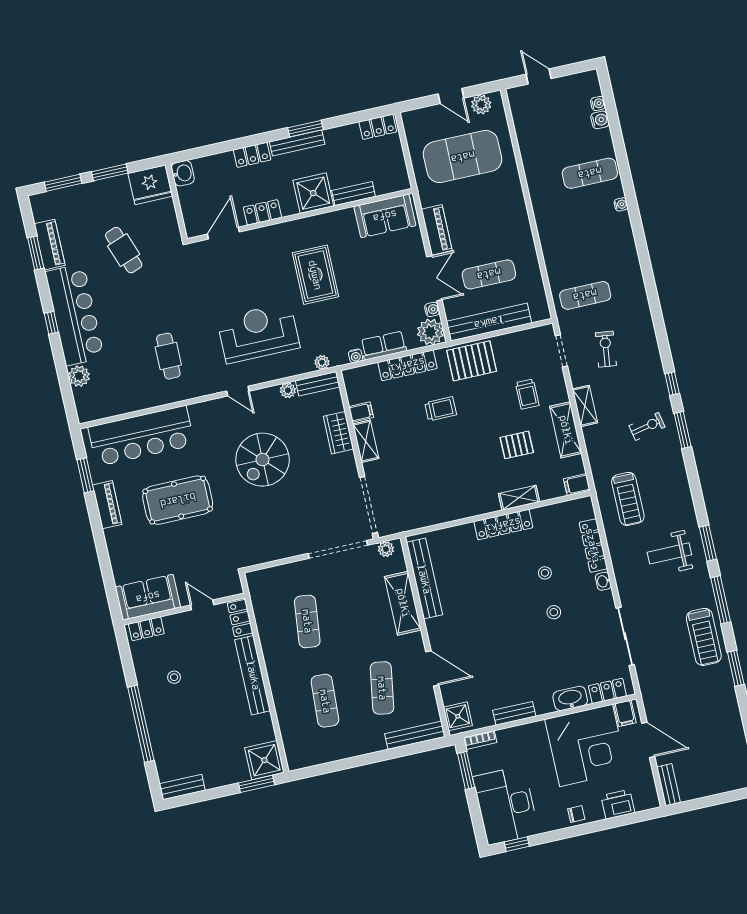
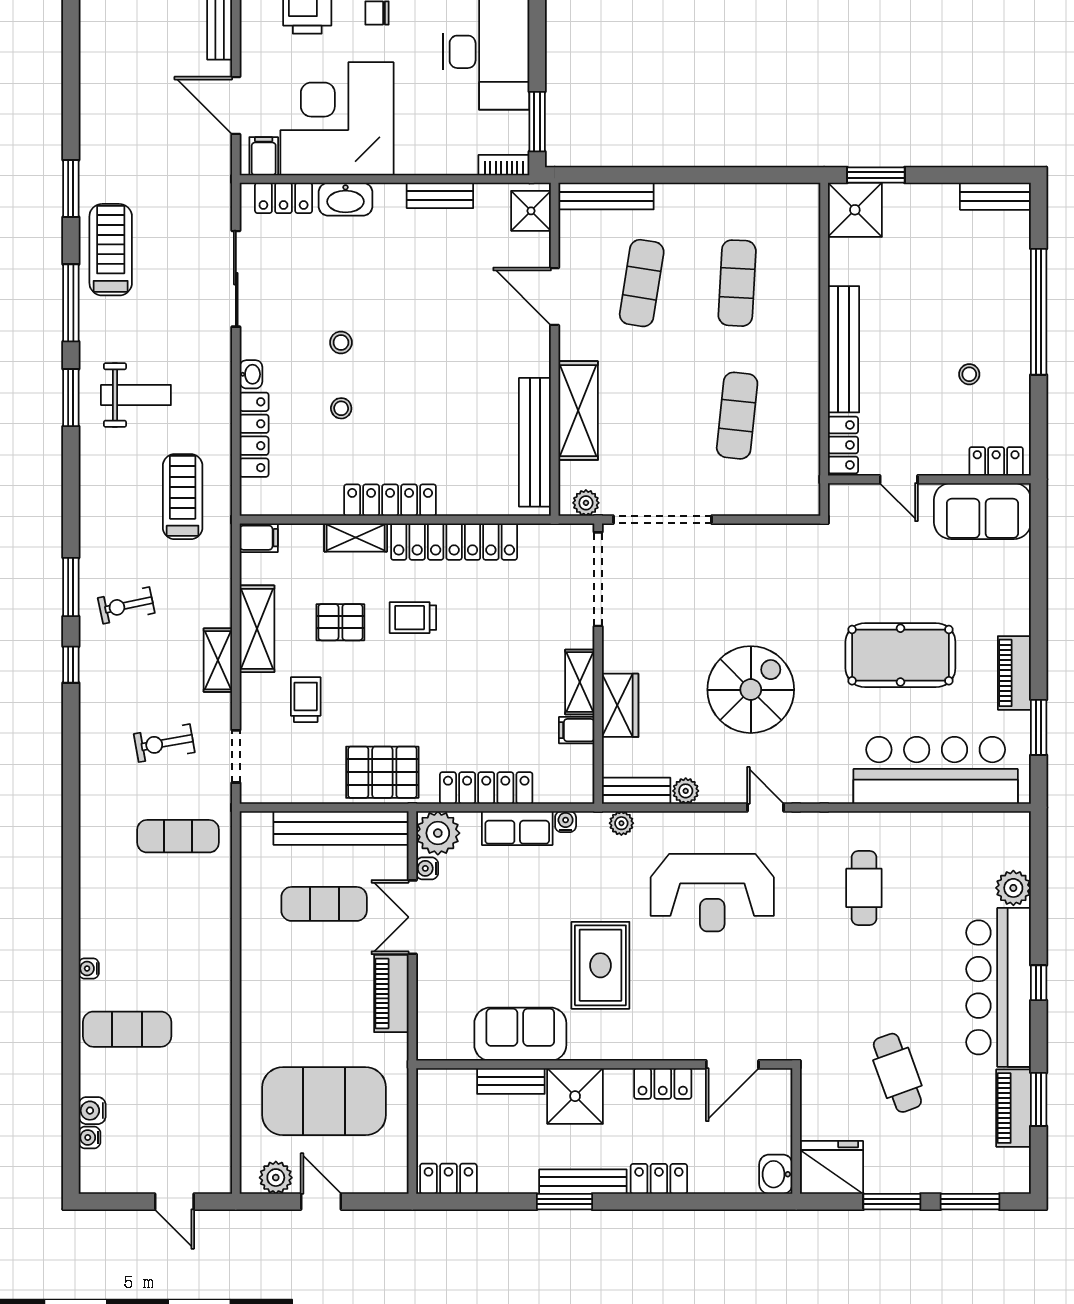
sofa: (385, 216) -> (520, 1034), moved
exercise bike: (606, 349) -> (164, 743), turned 73
trolley: (441, 409) -> (413, 618), moved
locker: (460, 508) -> (454, 542), added

